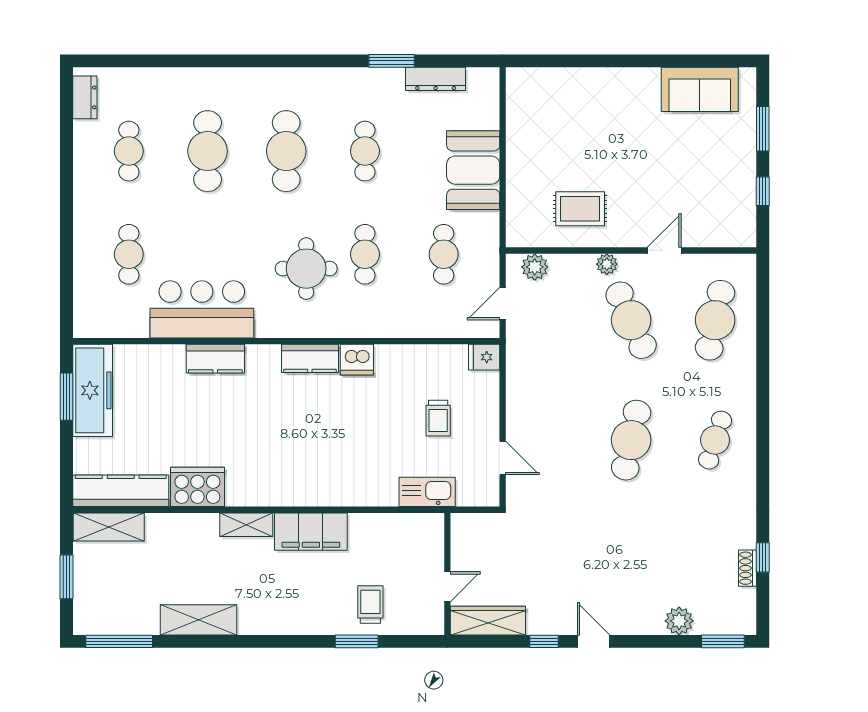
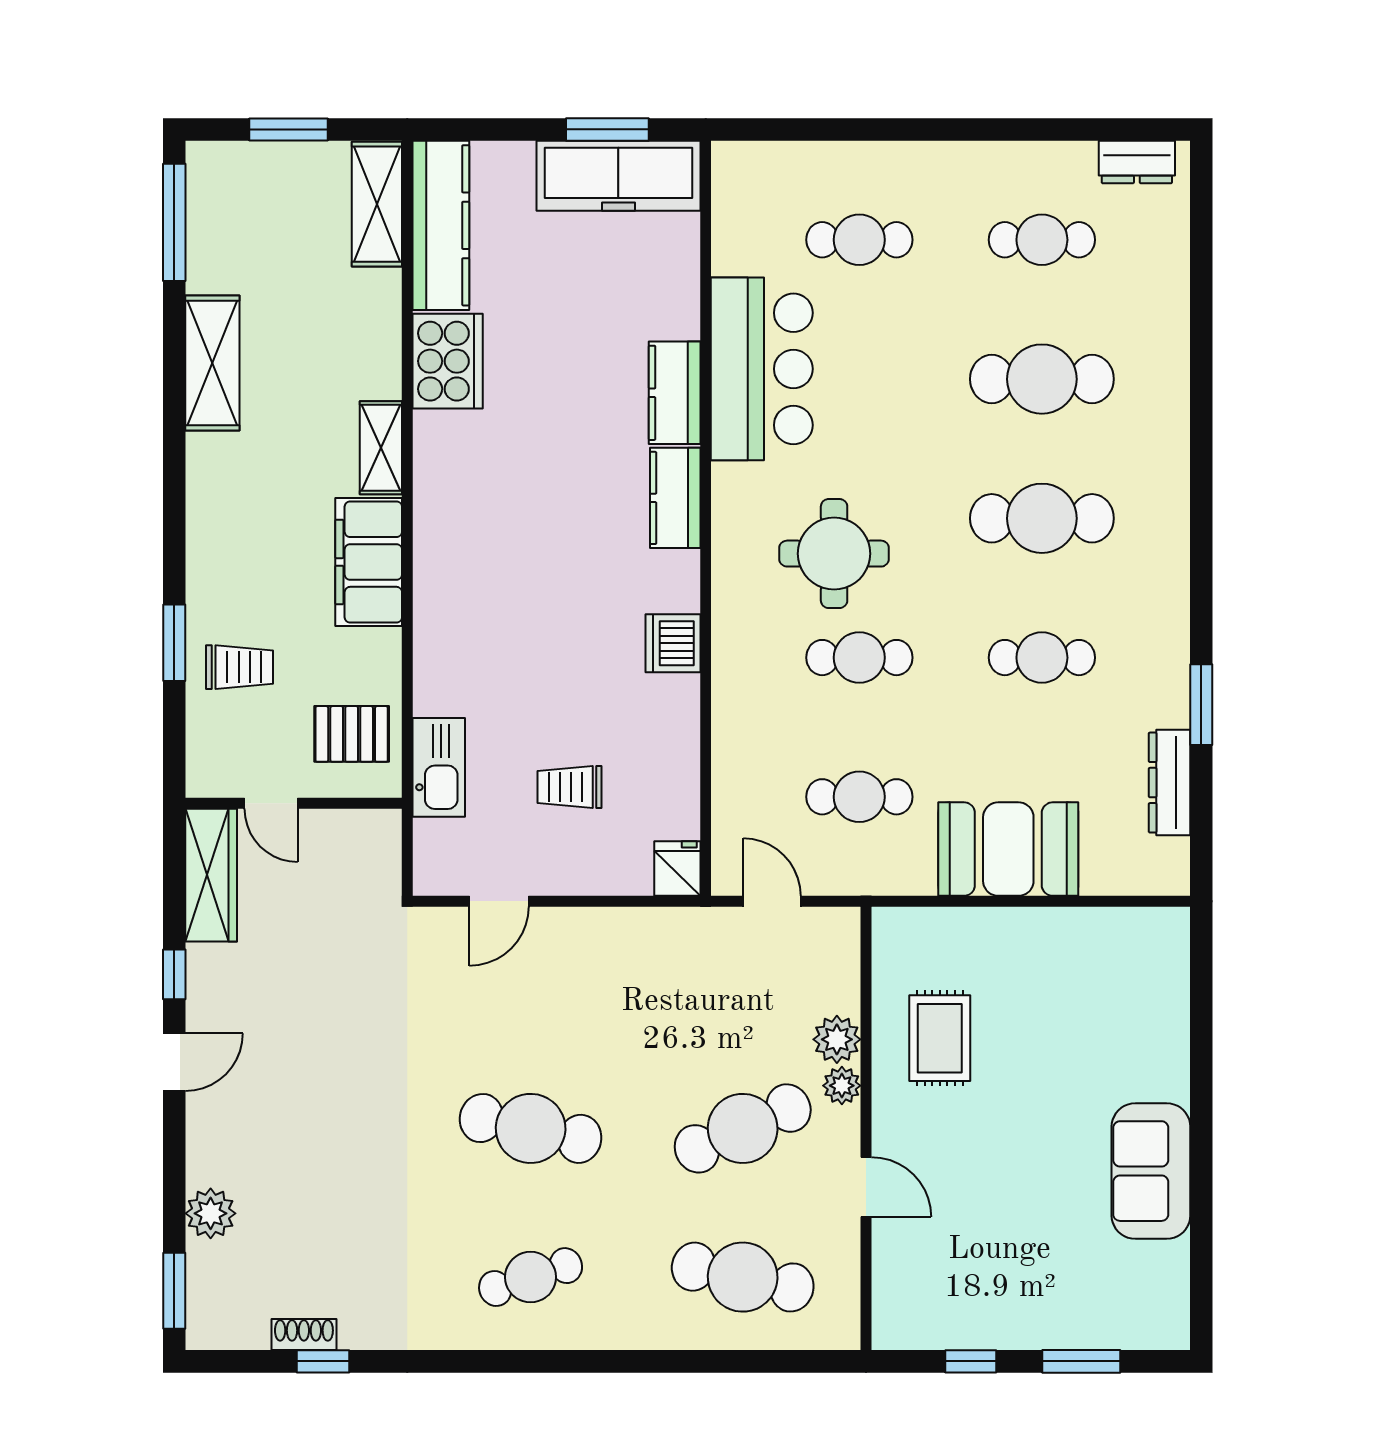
sofa: (700, 89) -> (1151, 1171), moved
plant: (535, 267) -> (837, 1039), moved
kitchen counter: (310, 358) -> (675, 498), moved
cafe table: (715, 440) -> (531, 1277), turned -36
pallet: (408, 541) -> (352, 734), added

